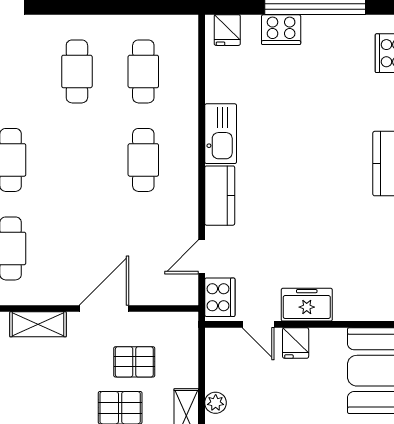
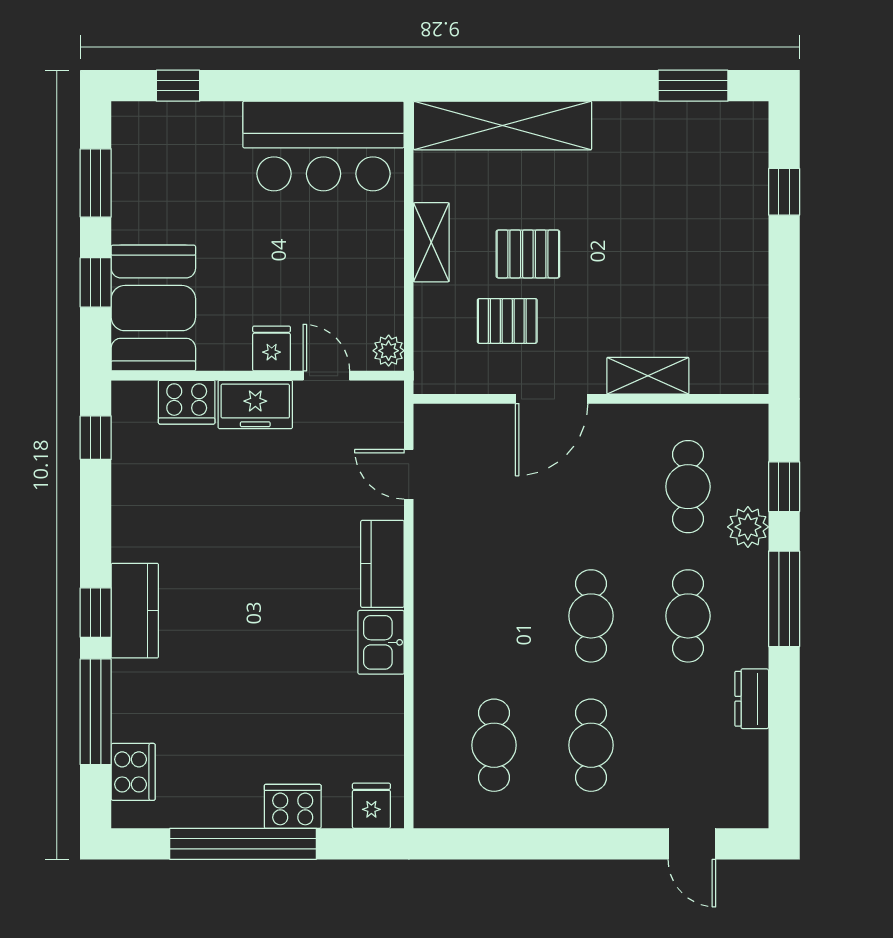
kitchen sink: (221, 134) -> (381, 642), width x0.73
cafe table: (143, 160) -> (591, 616), moved
door: (202, 257) -> (409, 474), swing flipped
cooker: (220, 297) -> (187, 402), moved, turned -90
plant: (216, 403) -> (389, 351), moved

